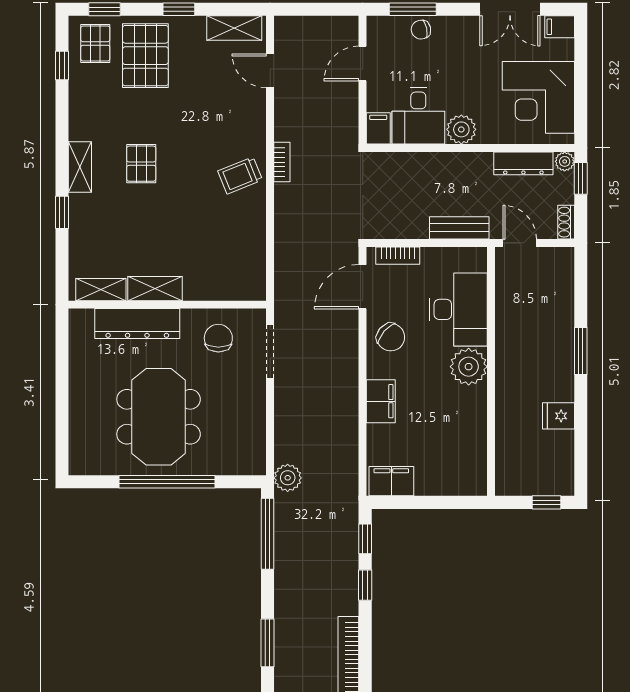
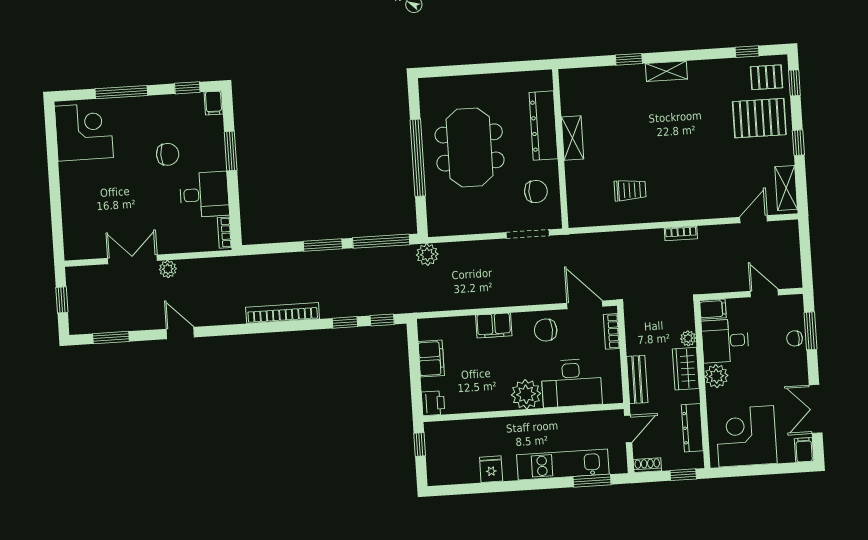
chair: (421, 30) -> (795, 338), turned -78
plant: (565, 161) -> (688, 338), moved
pallet: (141, 164) -> (672, 120), removed
wardrobe: (450, 167) -> (686, 369), added
trolley: (240, 175) -> (630, 190), moved, turned 112
shelving: (101, 290) -> (569, 94), removed
kitchen unit: (559, 327) -> (563, 464), added
chair: (391, 337) -> (546, 330), turned 47
window: (581, 351) -> (592, 481), moved
meeting table: (159, 417) -> (470, 147), turned 90
filing cabinet: (391, 481) -> (431, 359), moved
printer: (472, 482) -> (433, 403), added
window: (546, 502) -> (420, 444), moved
window: (268, 643) -> (323, 245), moved

